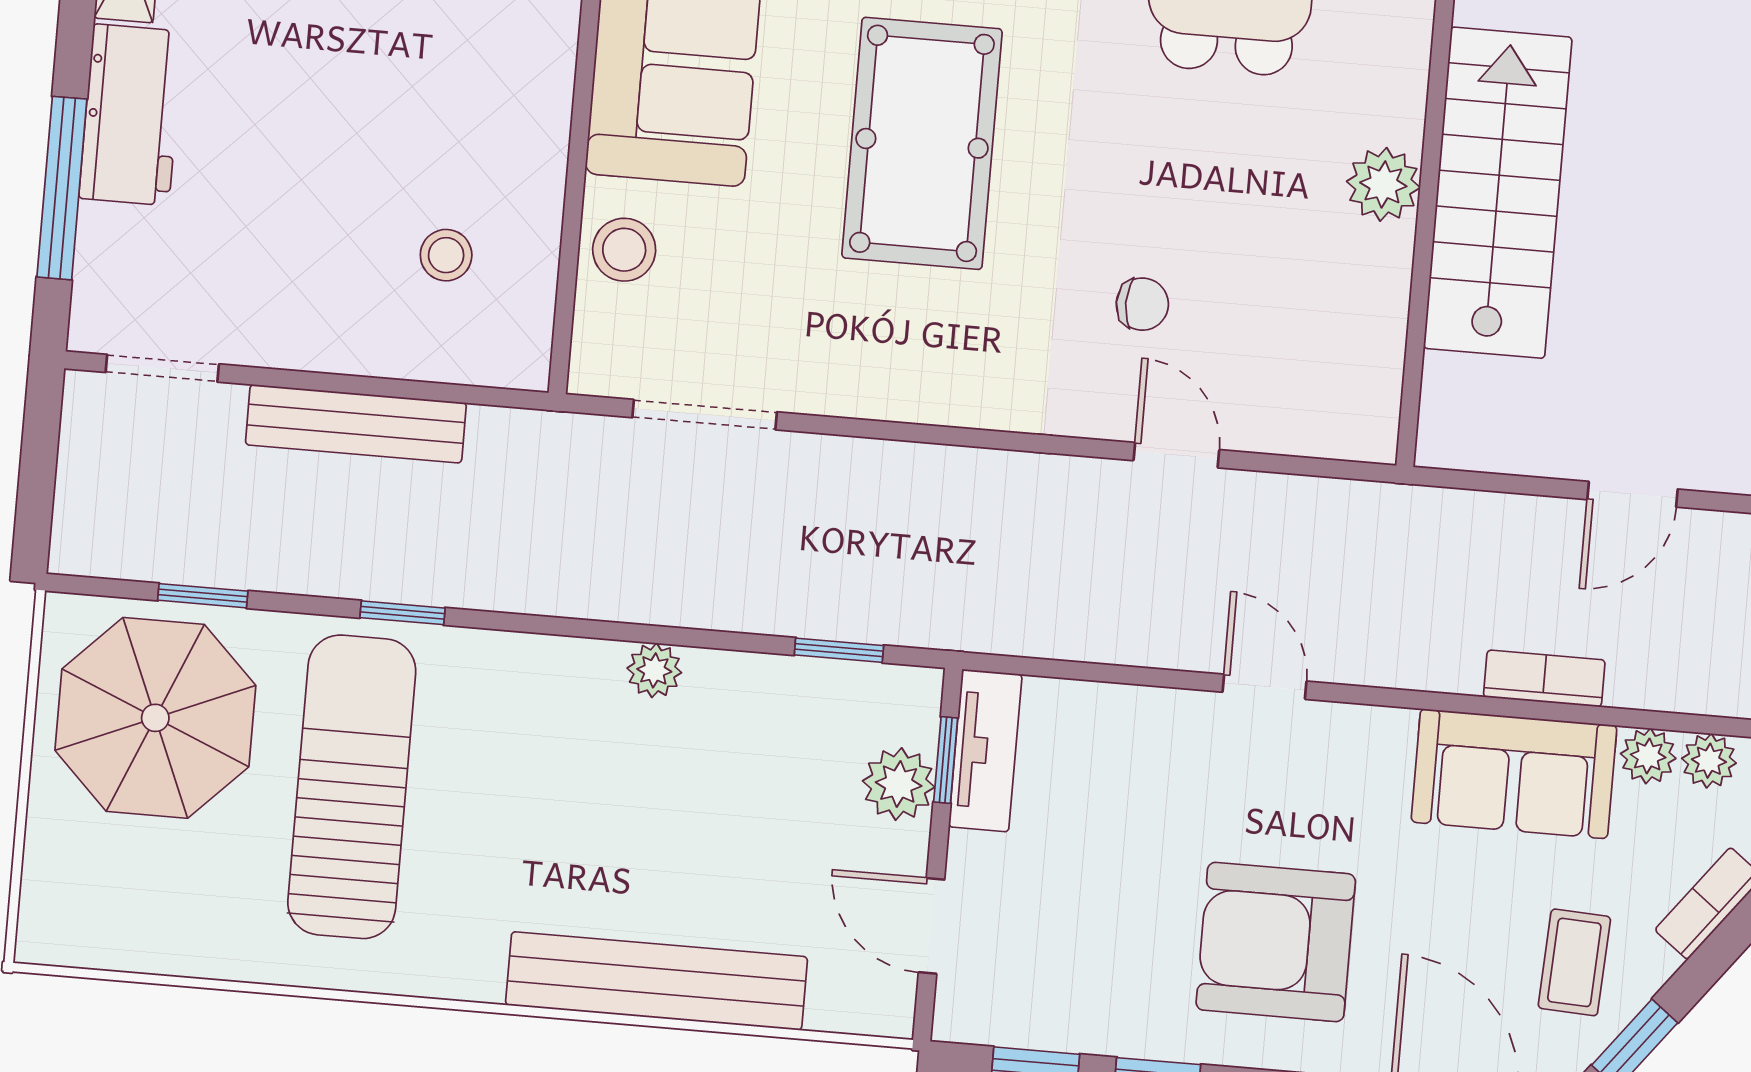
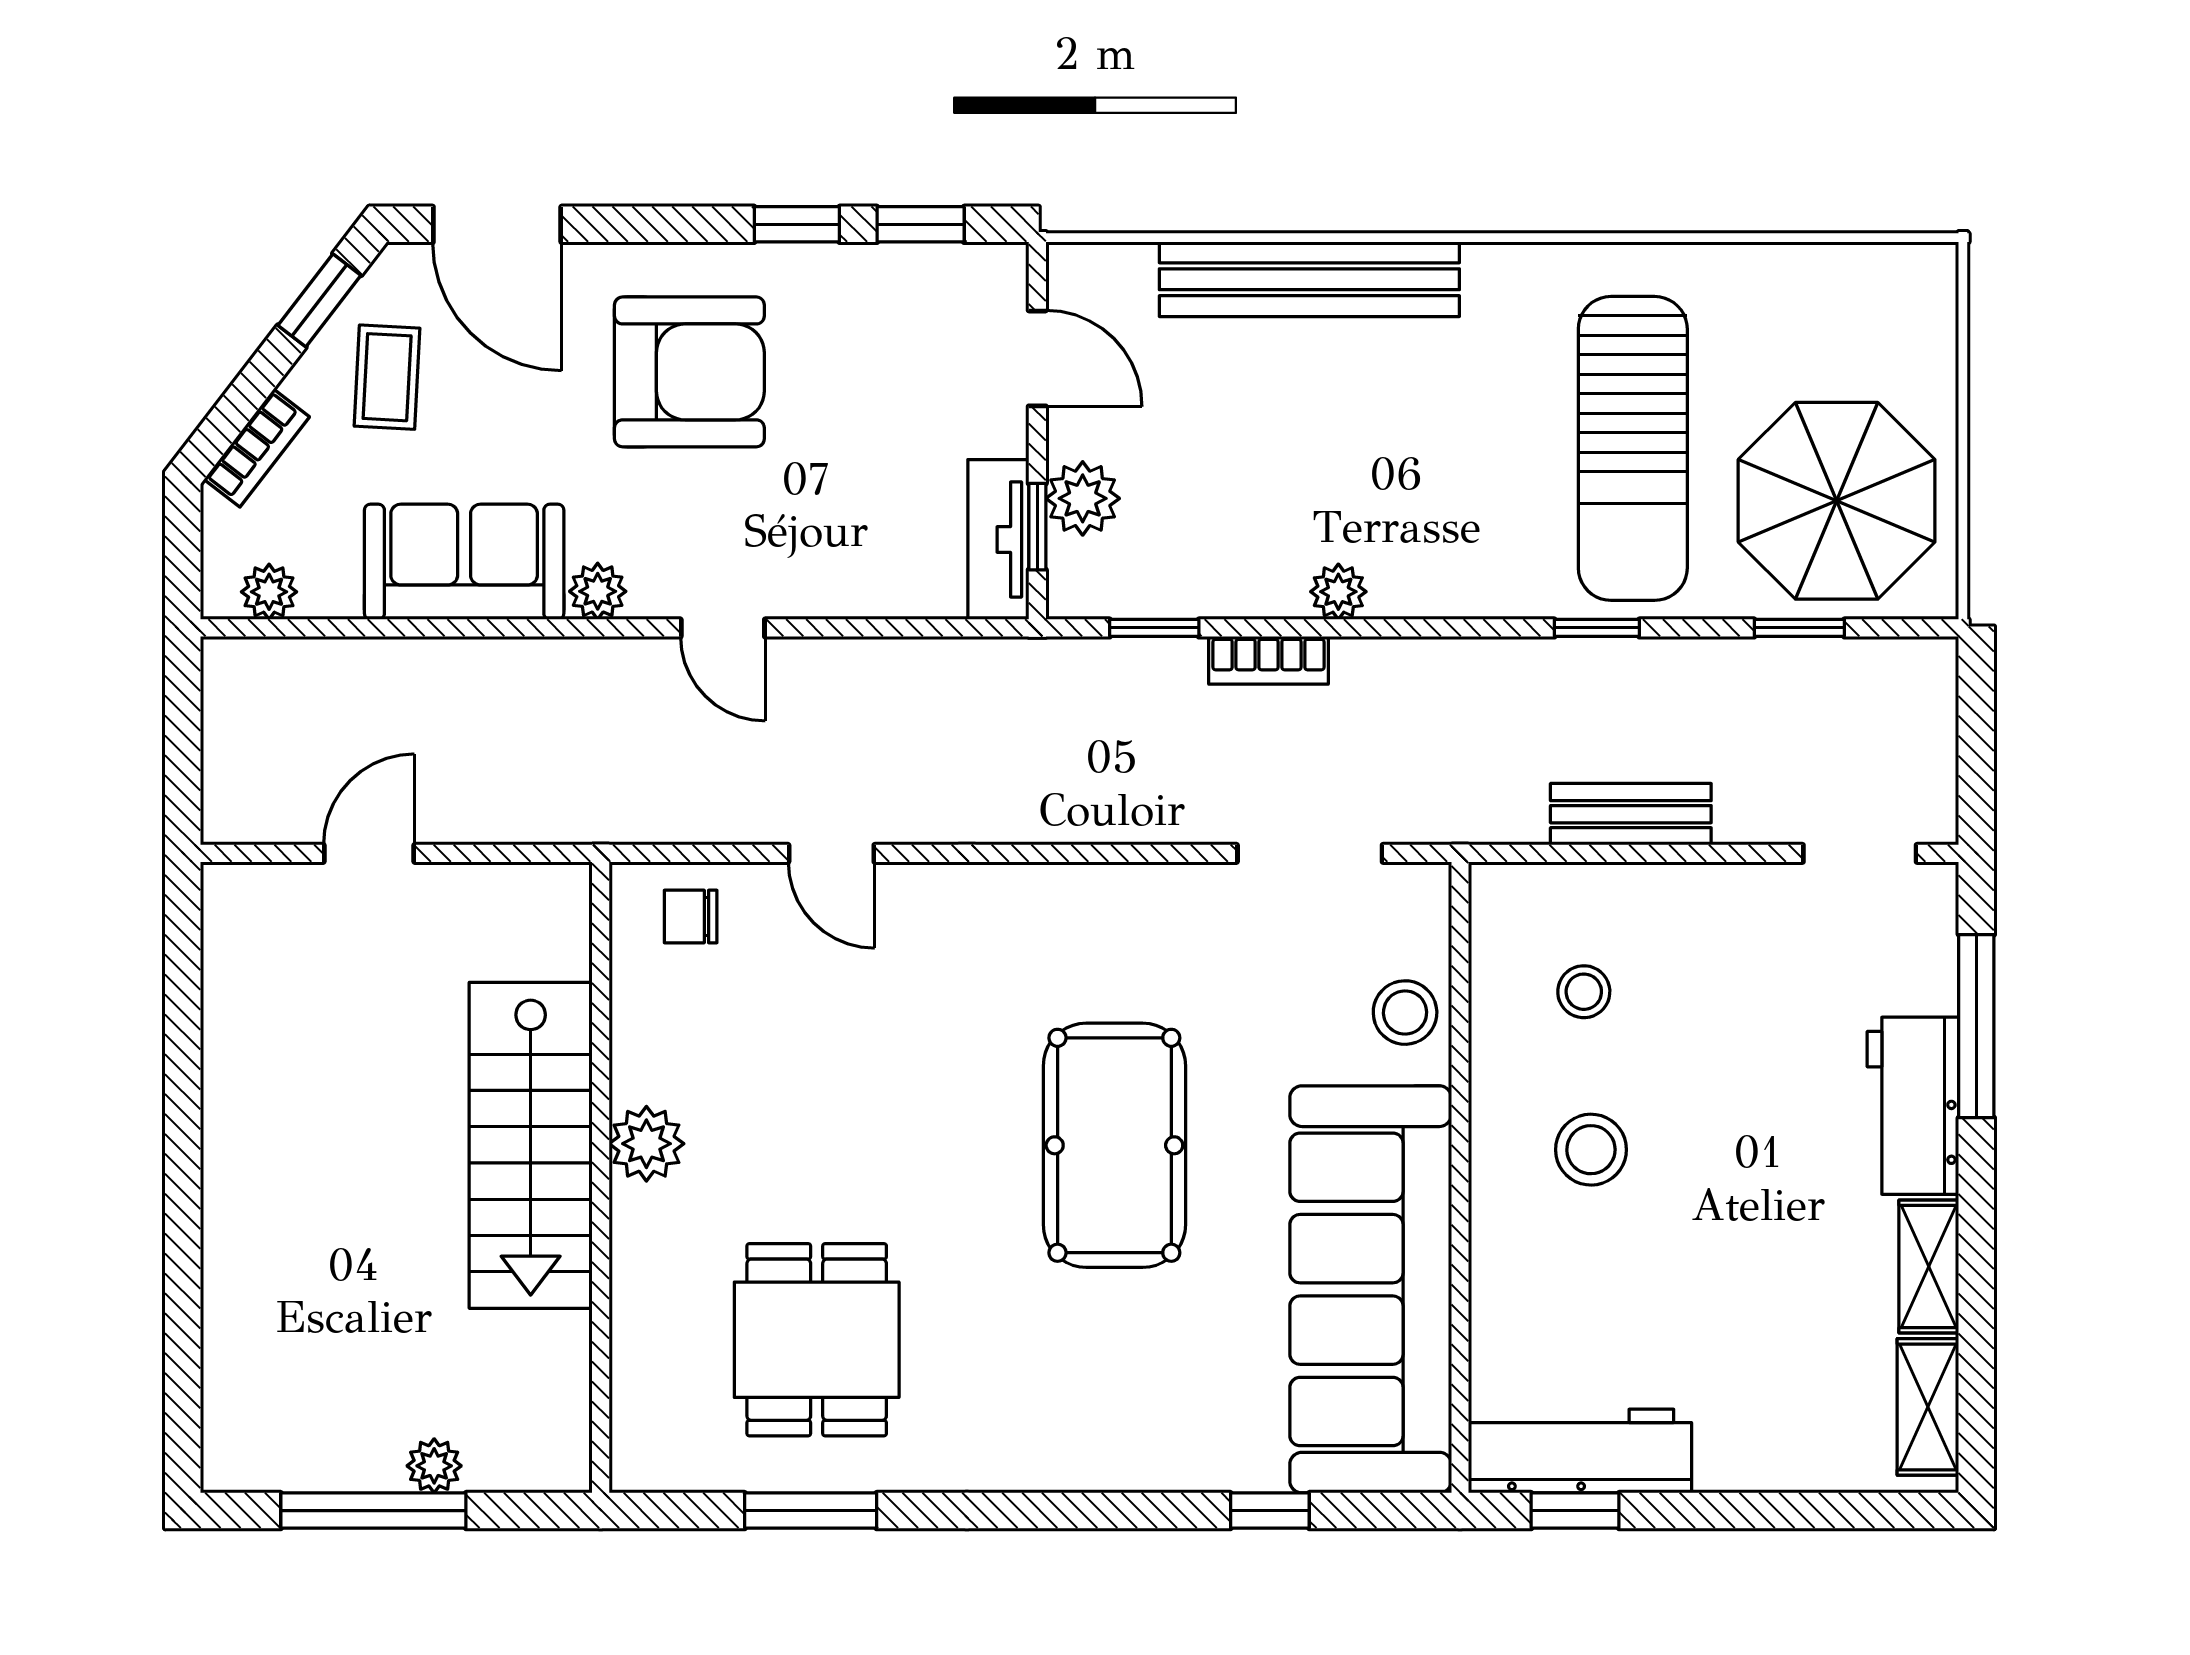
stool: (452, 99) -> (1591, 1150), added
chair: (1142, 304) -> (691, 916), moved
bench: (356, 424) -> (1631, 814), width x0.73
bookcase: (1544, 678) -> (1268, 660), moved
plant: (1648, 756) -> (598, 591), moved

